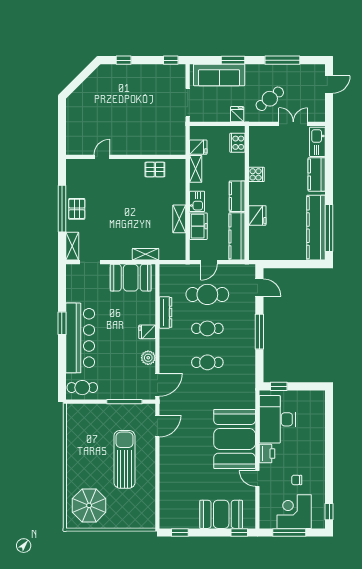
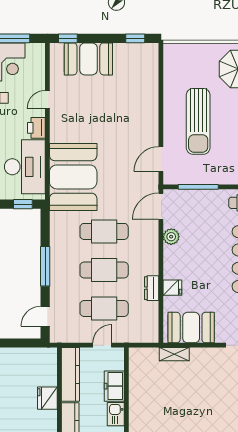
shelving: (179, 219) -> (136, 394), removed
door: (259, 288) -> (45, 316), hinge flipped
dresser: (166, 312) -> (152, 288), width x0.70
cafe table: (207, 328) -> (104, 270), width x1.37, depth x1.35
fridge: (147, 332) -> (172, 288), moved
cafe table: (207, 362) -> (104, 231), width x1.37, depth x1.35
booth: (235, 439) -> (73, 177), moved
door: (257, 479) -> (47, 100), swing flipped

